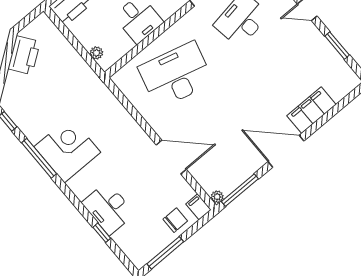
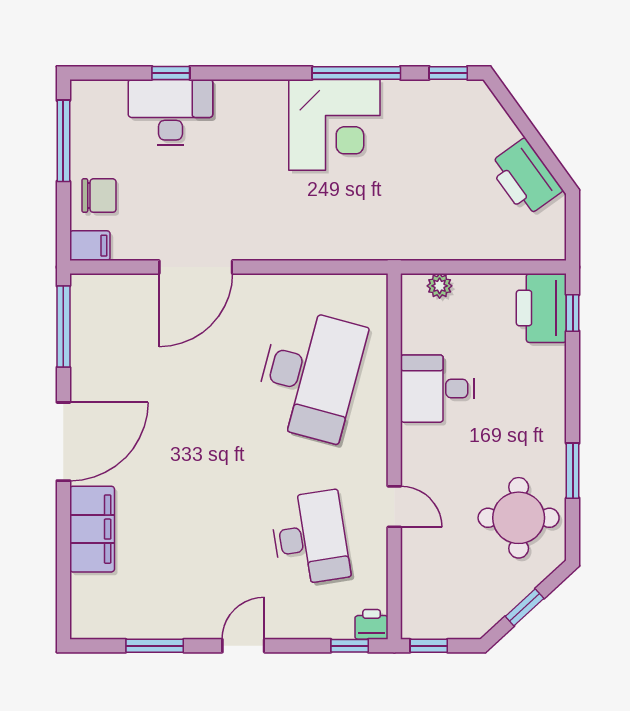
plant: (217, 197) -> (82, 285), removed
desk: (108, 208) -> (170, 112), moved
chair: (175, 220) -> (99, 196), turned -90

